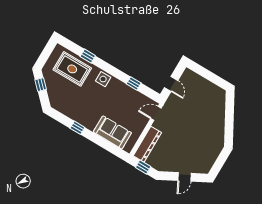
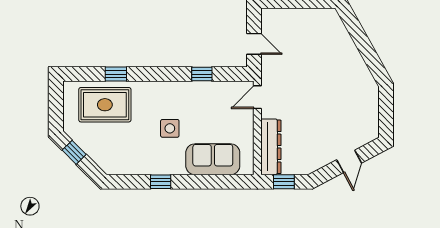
side table: (103, 79) -> (170, 128), moved

